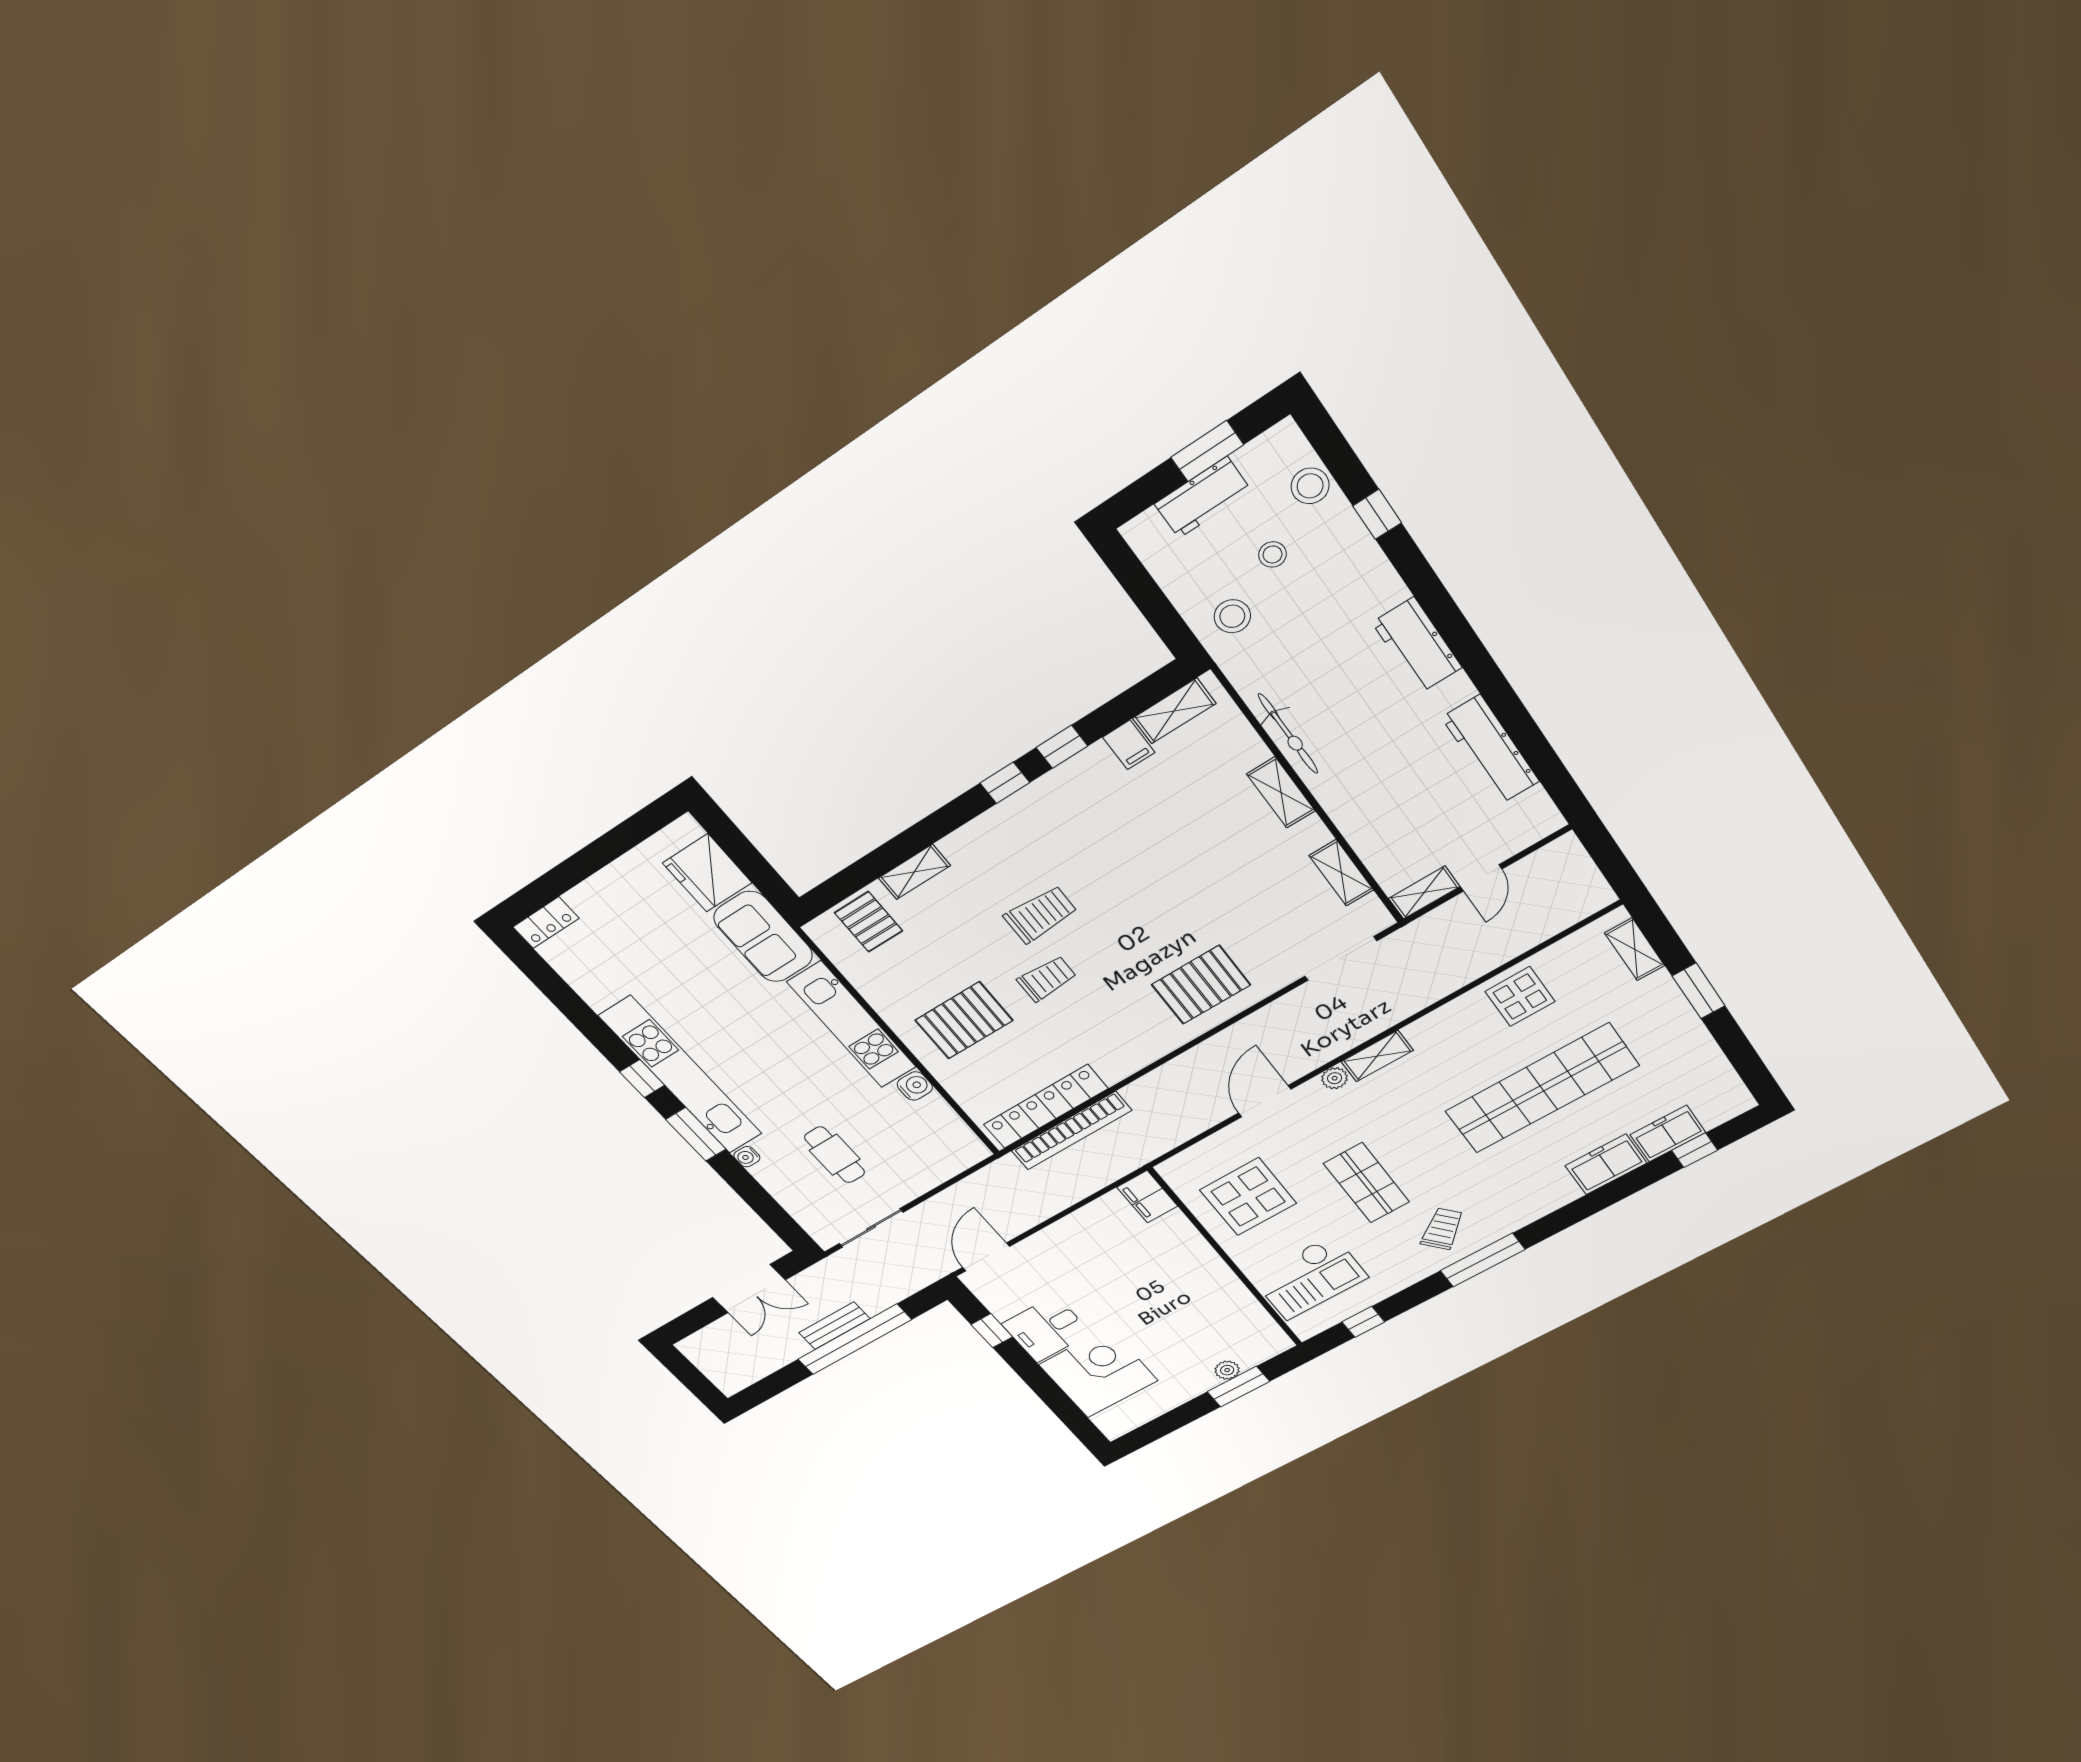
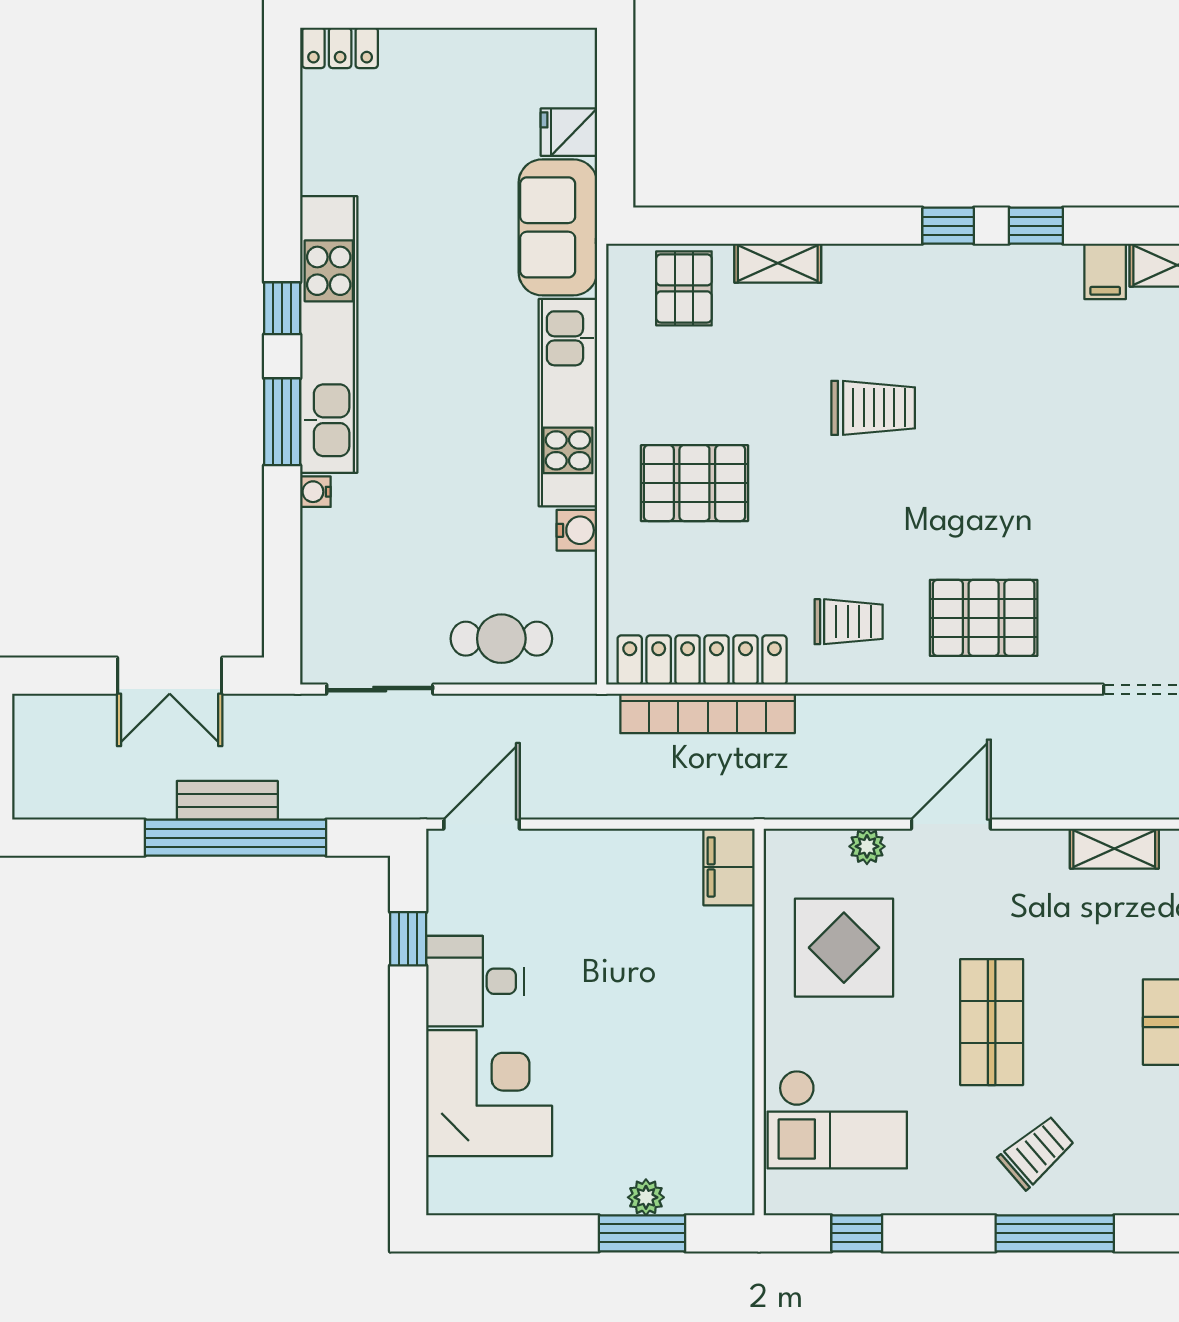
fridge: (707, 873) -> (569, 132), width x0.53, depth x0.75
trolley: (1047, 979) -> (849, 622), moved
plant: (1335, 1078) -> (867, 846), moved
cafe table: (835, 1155) -> (501, 639), moved, turned 90

